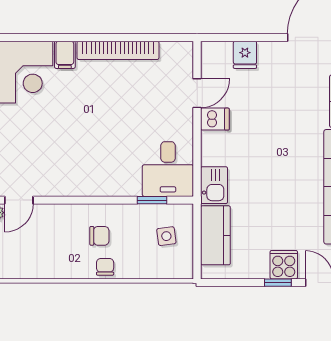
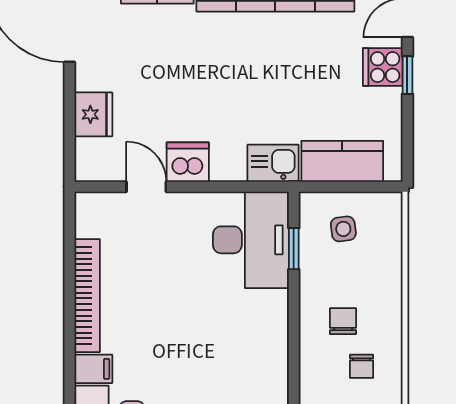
fridge: (245, 55) -> (93, 114), width x1.38
dishwasher: (215, 119) -> (188, 162), width x1.38
desk: (168, 169) -> (251, 240), width x1.37
chair: (105, 267) -> (362, 366), moved, turned -90

